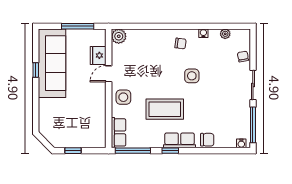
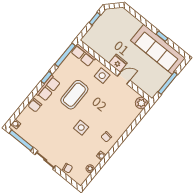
fridge: (98, 55) -> (118, 63), moved
door: (109, 74) -> (124, 78), hinge flipped

